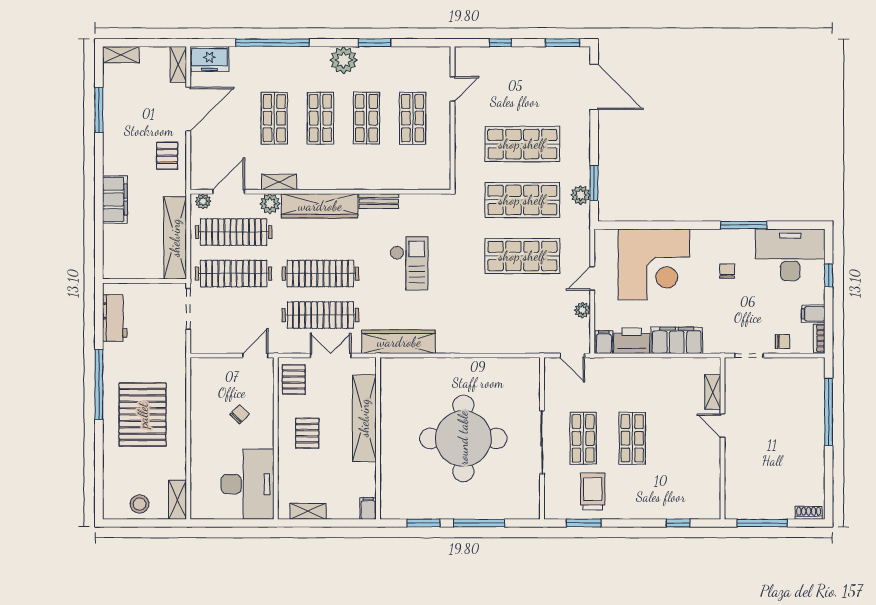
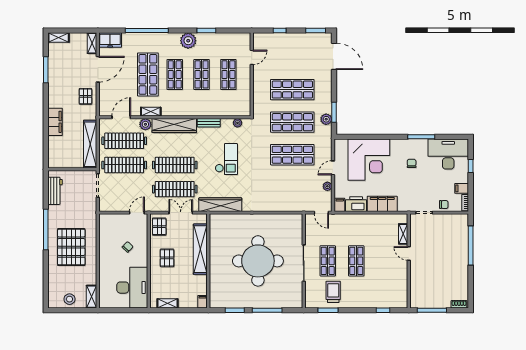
shop shelf: (274, 118) -> (148, 74), width x1.43, depth x1.36
plant: (203, 201) -> (237, 123), moved

